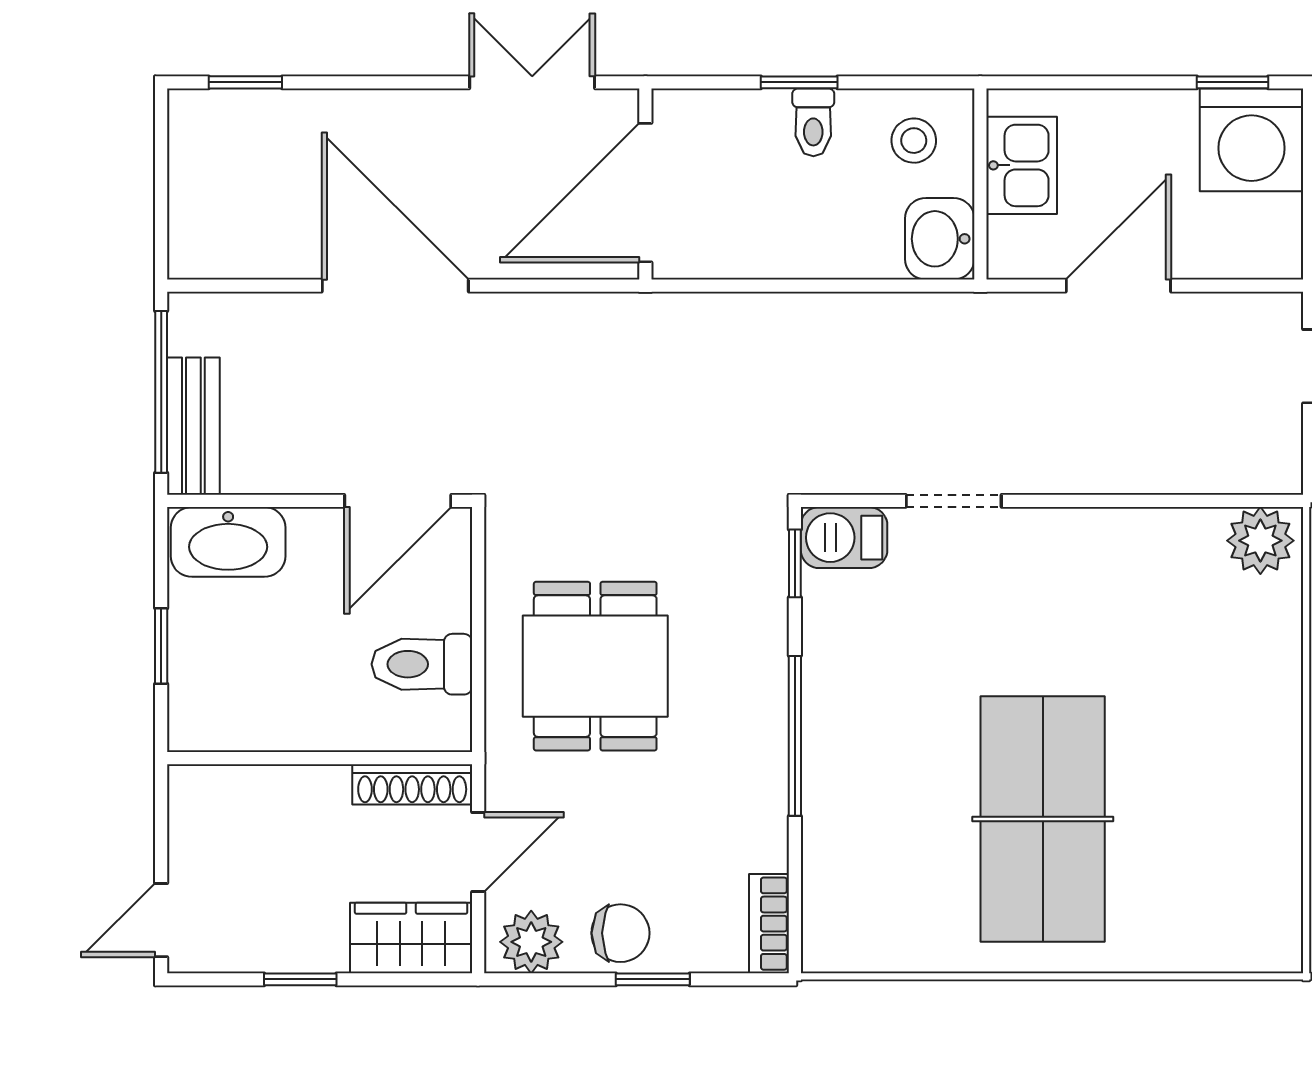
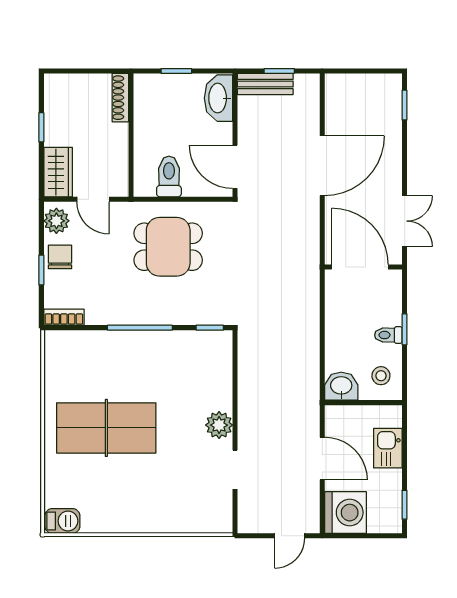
washing machine: (1251, 140) -> (345, 513), moved, turned 180
kitchen sink: (1022, 165) -> (388, 448), moved, turned 90
window: (161, 392) -> (279, 71), width x0.46
doorway: (954, 501) -> (235, 470), moved
barbecue: (844, 538) -> (62, 521), moved, turned 90
plant: (1260, 541) -> (219, 425), moved
shoe rack: (412, 784) -> (120, 98), moved
door: (161, 920) -> (65, 71), removed
chair: (620, 933) -> (60, 257), turned 180

